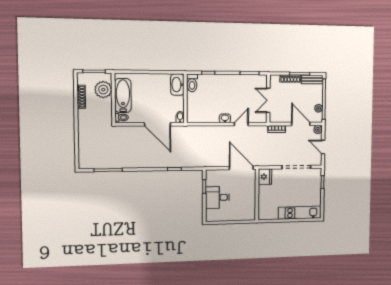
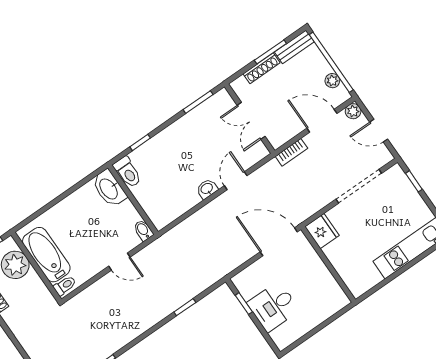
door: (158, 124) -> (119, 262), width x0.53

